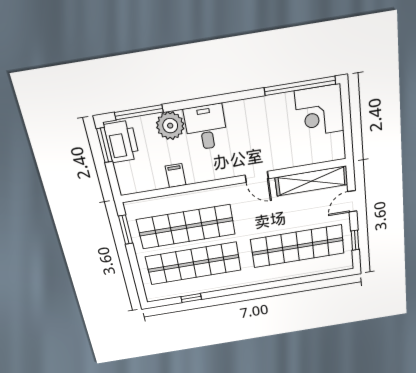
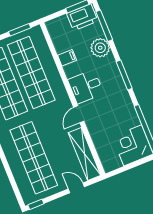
window: (217, 99) -> (124, 75), added
desk: (206, 127) -> (86, 87), moved, turned 180
window: (355, 240) -> (36, 204), moved

